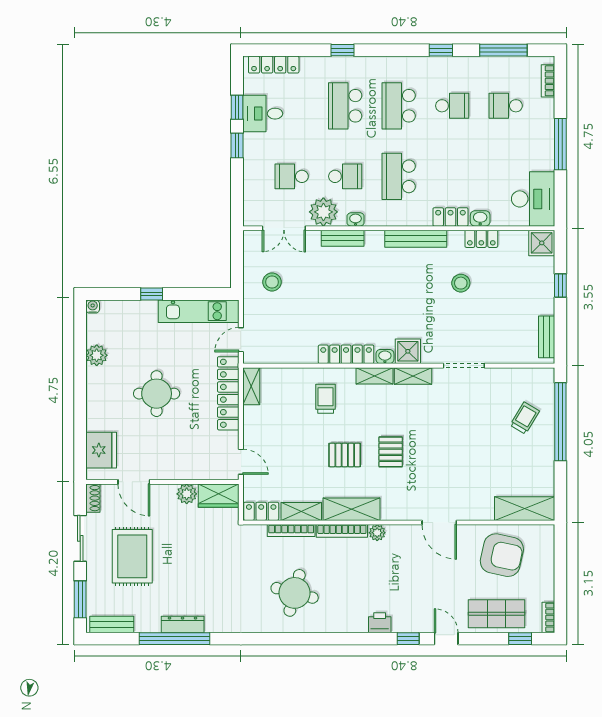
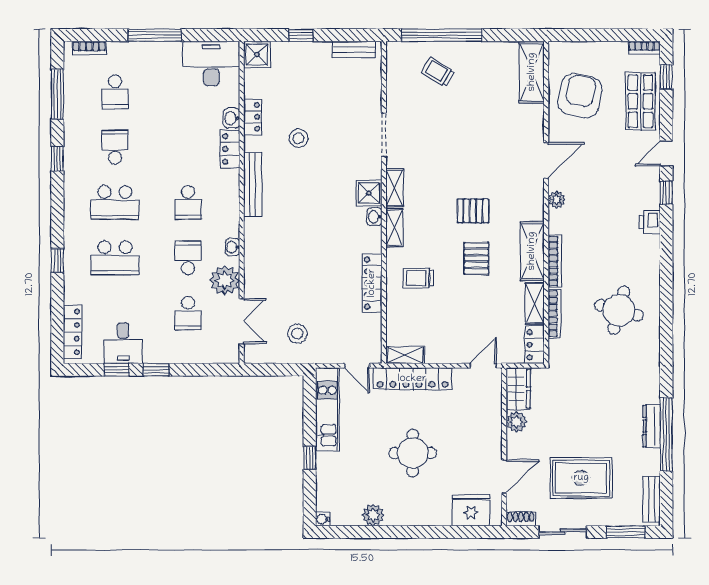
school desk: (399, 176) -> (188, 202), width x0.54
bench: (343, 238) -> (252, 260), removed
locker: (346, 354) -> (372, 283), moved
plant: (377, 533) -> (557, 200), moved

